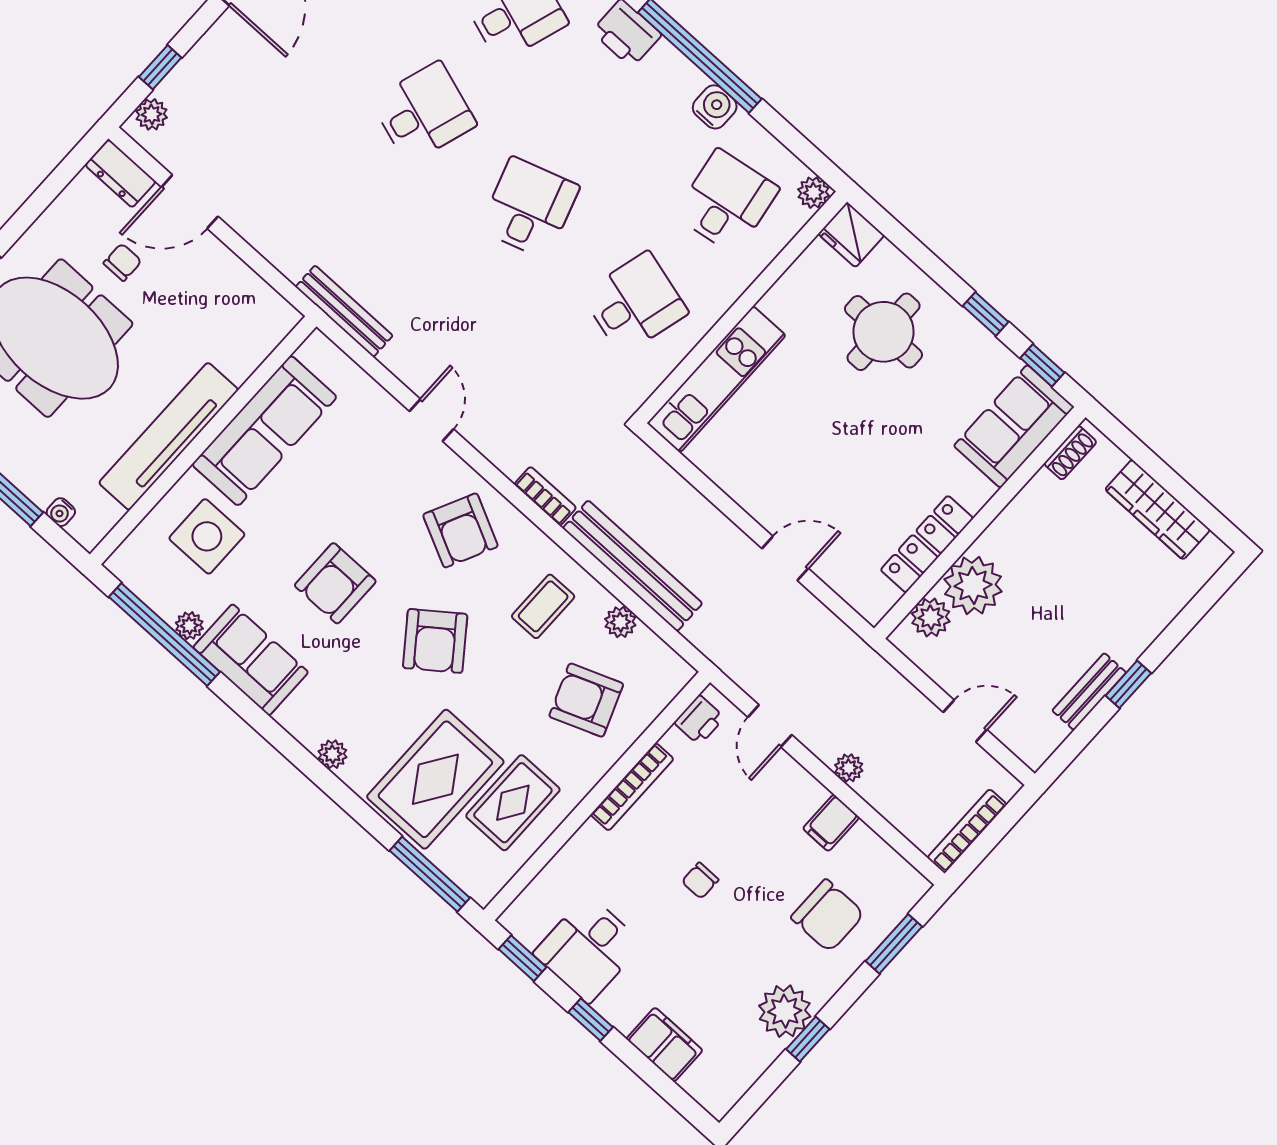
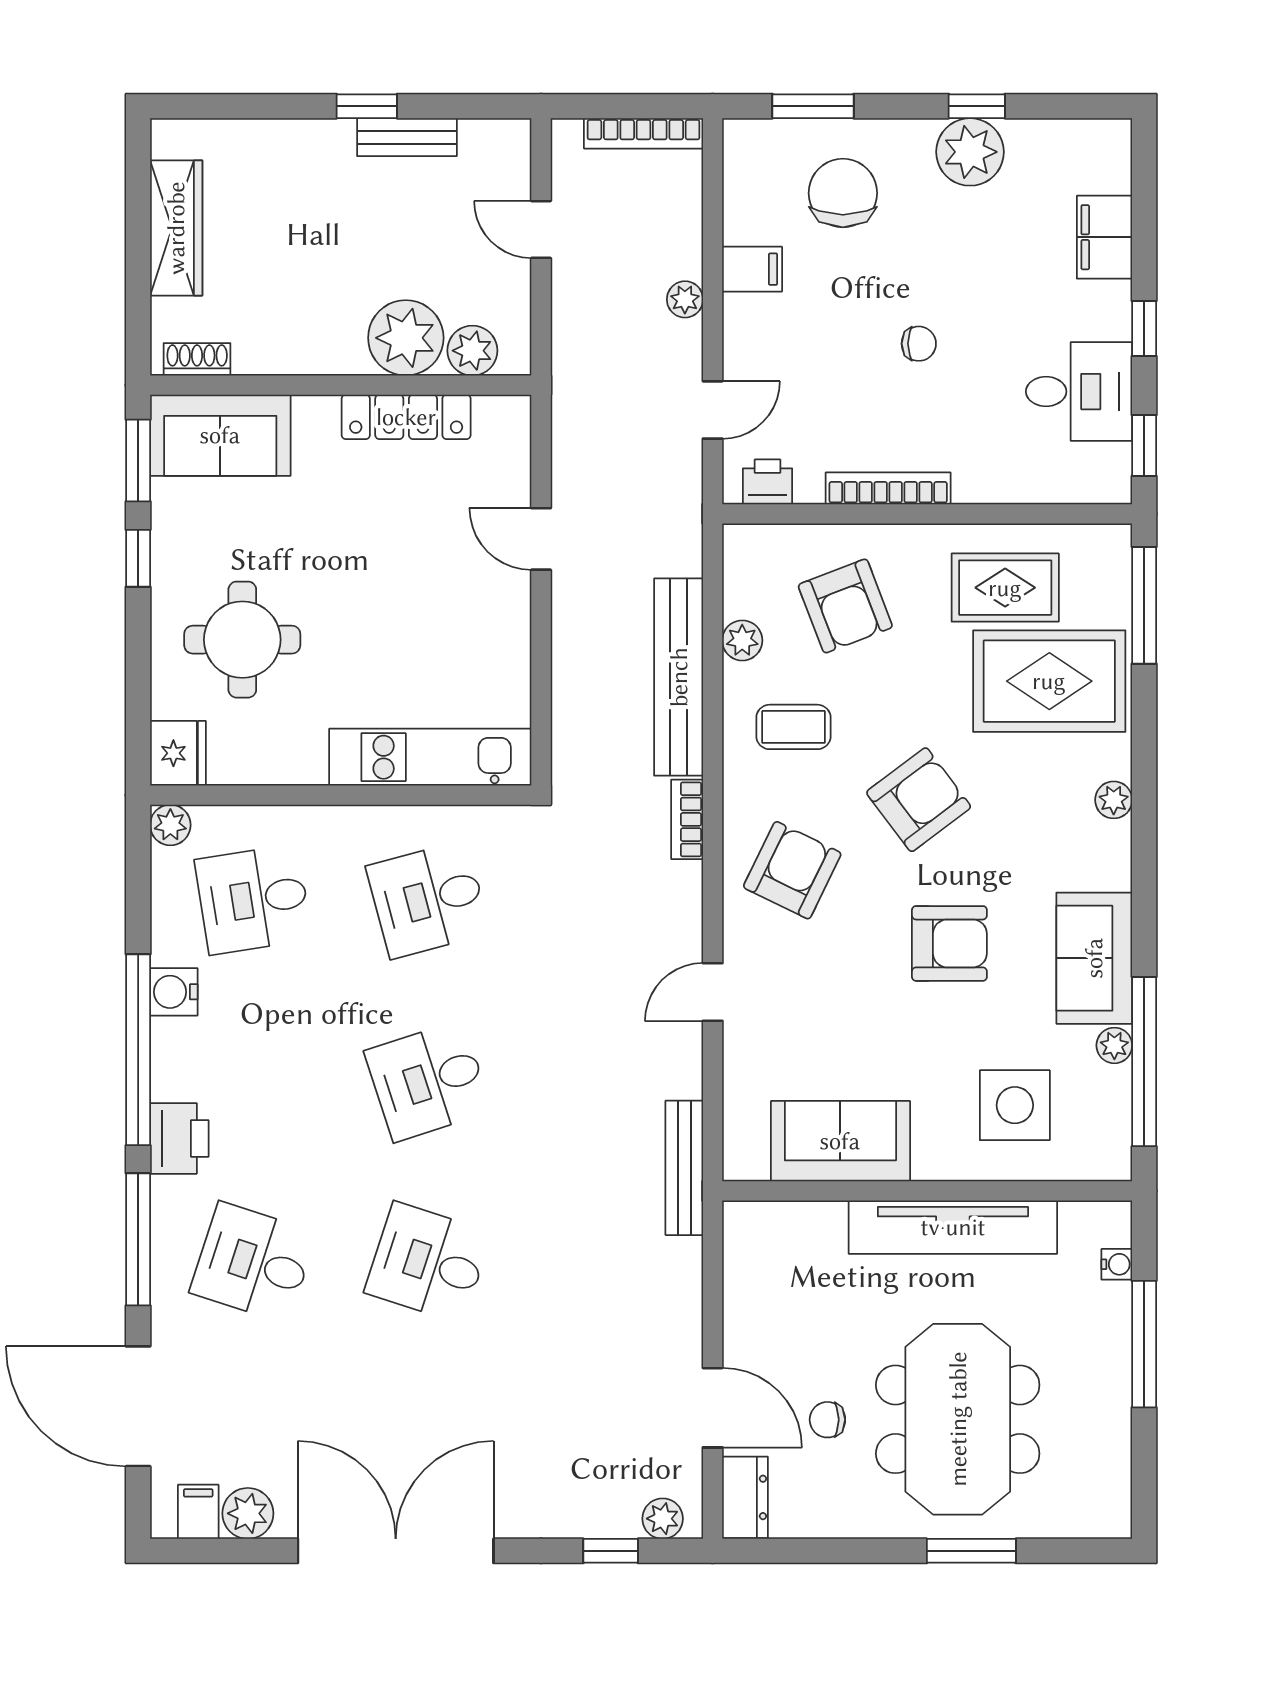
desk: (635, 303) -> (428, 899), turned -30
window: (1042, 365) -> (138, 460), width x1.50
sofa: (264, 431) -> (840, 1141), width x0.73

